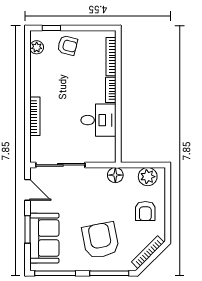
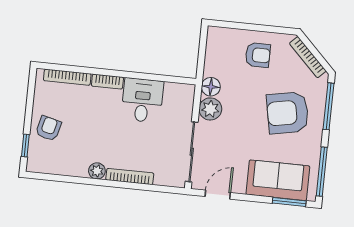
plant: (37, 47) -> (97, 171), moved
plant: (148, 177) -> (210, 109), moved
window: (27, 229) -> (289, 202), moved

